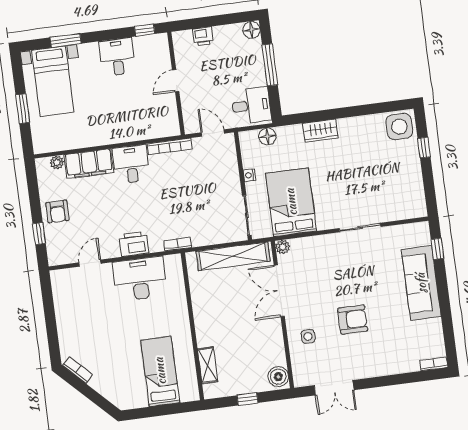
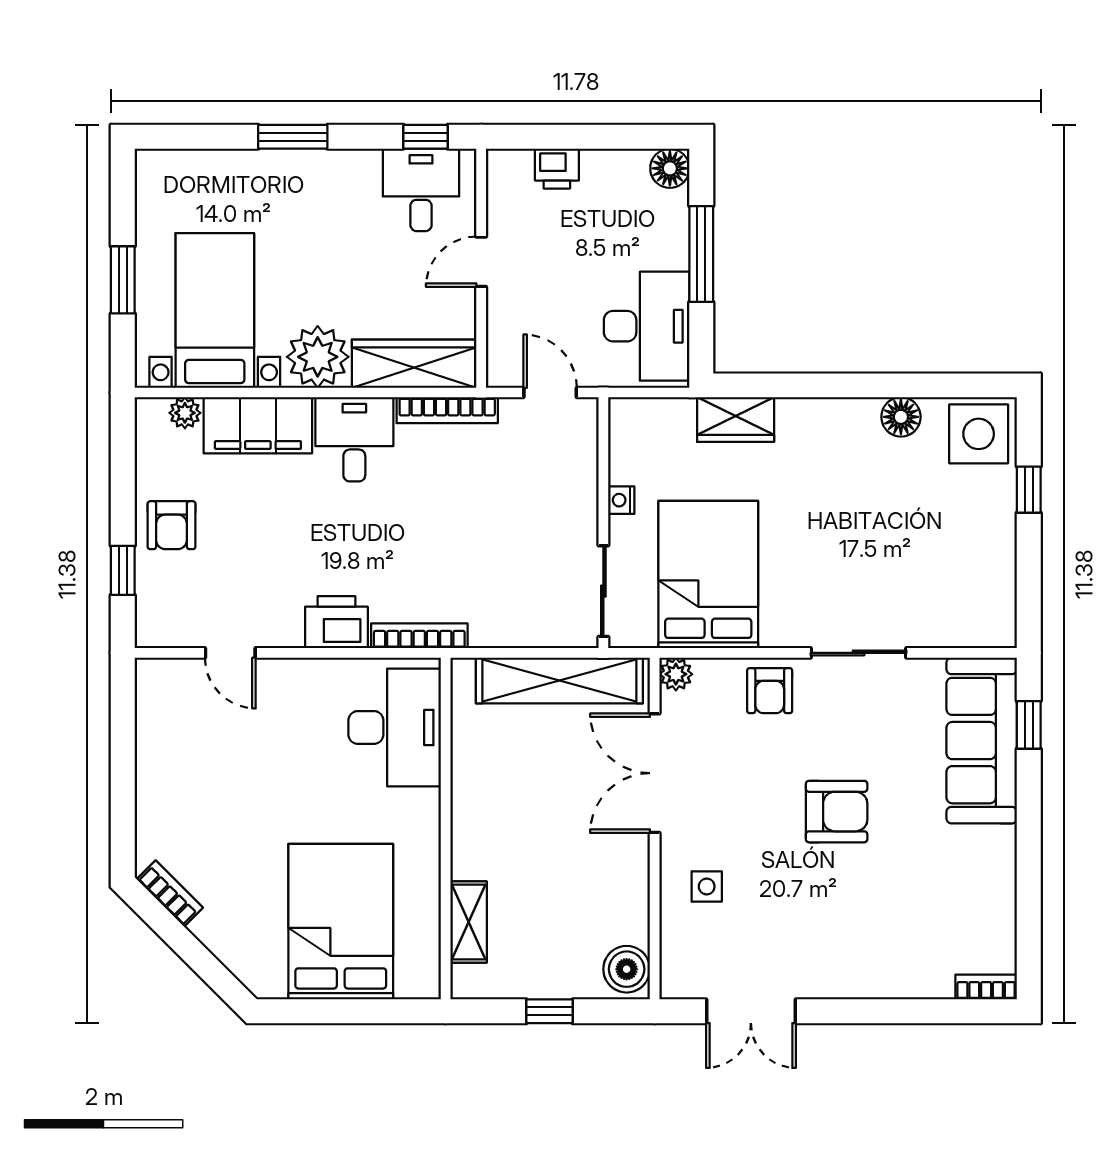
window: (66, 41) -> (293, 137), moved
desk: (117, 57) -> (421, 190), moved
bed with nightstands: (53, 81) -> (215, 310), moved, turned 180
desk: (251, 105) -> (647, 326), width x1.37
wardrobe: (153, 128) -> (414, 364), added
plant: (111, 131) -> (318, 357), added
wardrobe: (320, 131) -> (736, 420), moved
floor lamp: (267, 136) -> (901, 417), moved
bookcase: (178, 244) -> (419, 636), width x1.56
armchair: (324, 249) -> (770, 691), added
door: (90, 263) -> (230, 653), swing flipped
desk: (140, 279) -> (395, 727), moved, turned 90
sofa: (421, 283) -> (982, 741), moved
armchair: (353, 319) -> (837, 812), moved
bed: (160, 371) -> (341, 922), width x1.50

